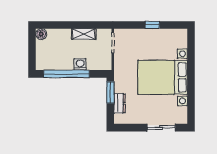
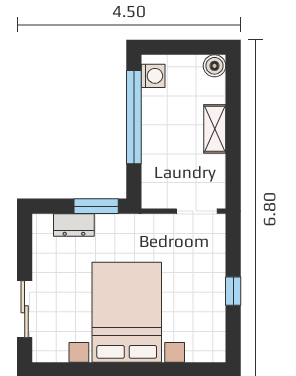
shelving: (84, 34) -> (215, 129), moved
washing machine: (80, 64) -> (153, 76), moved

